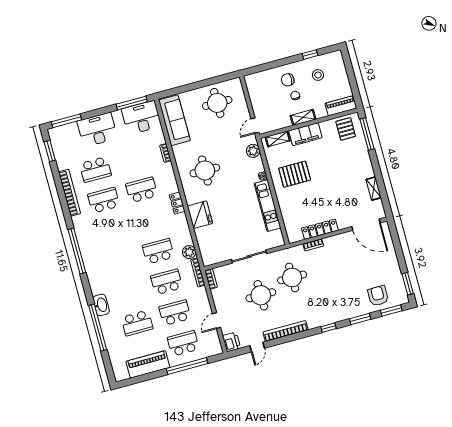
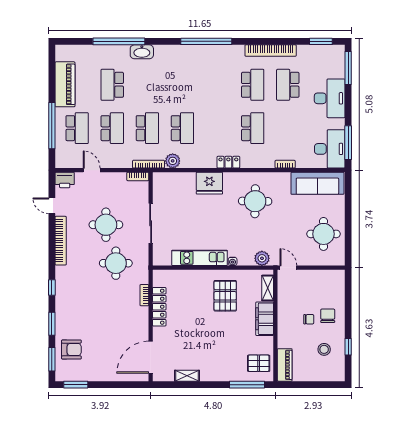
shelving: (303, 117) -> (283, 321), removed

